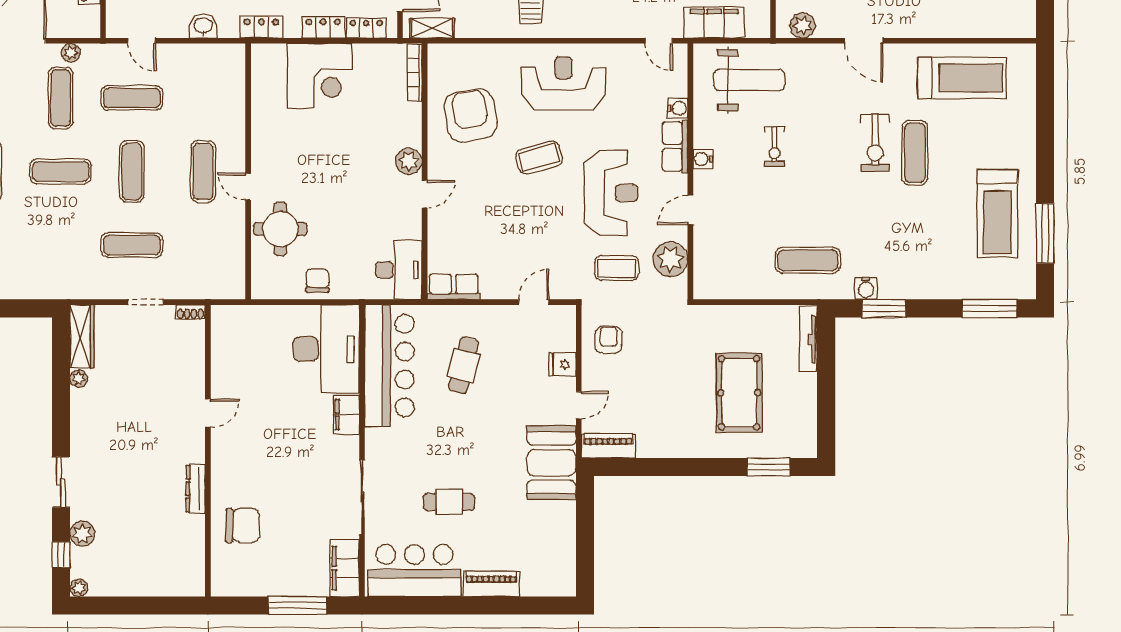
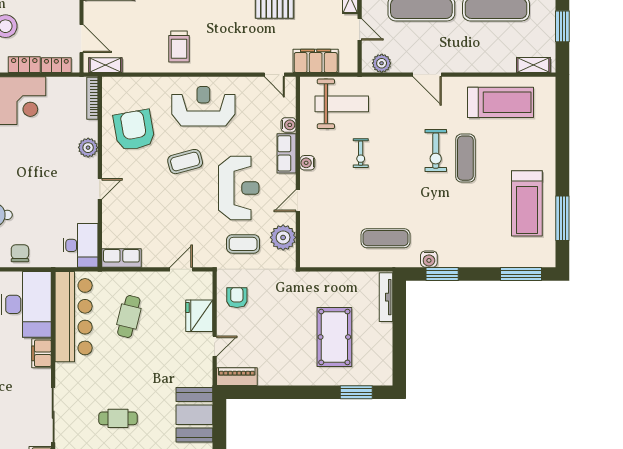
shelving: (1006, 28) -> (533, 65), added
plant: (409, 161) -> (88, 148), moved
fridge: (563, 364) -> (199, 316), width x1.88, depth x1.34
booth: (551, 463) -> (194, 415), moved

